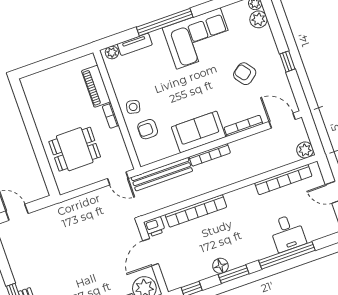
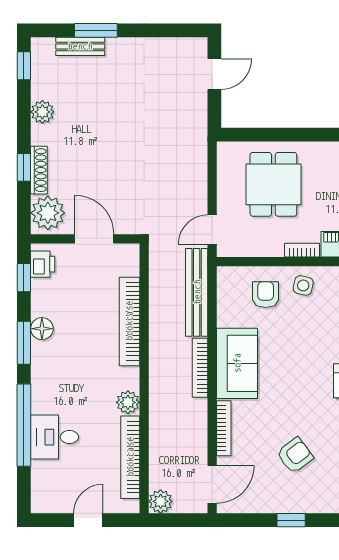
plant: (248, 194) -> (128, 402), added
printer: (154, 227) -> (43, 264), moved, turned 180

